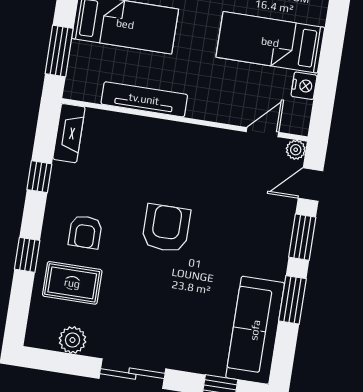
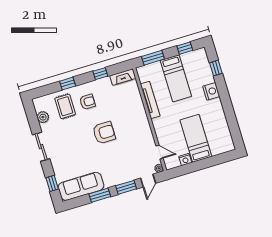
door: (311, 184) -> (148, 181), swing flipped
armchair: (85, 232) -> (87, 102), turned 180

